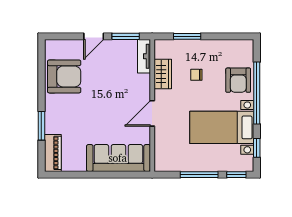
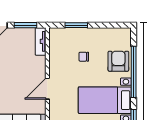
wardrobe: (163, 74) -> (56, 56), removed
armchair: (238, 80) -> (118, 61), turned 180

